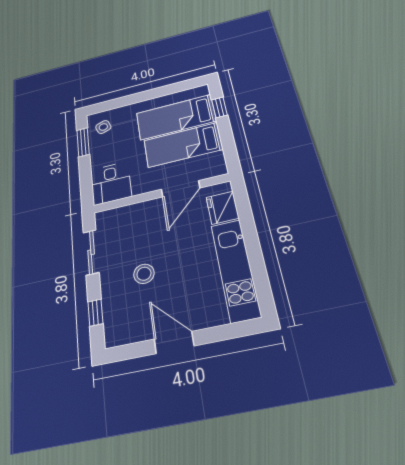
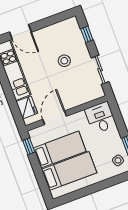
window: (219, 107) -> (29, 146), moved
door: (174, 342) -> (20, 32), moved

